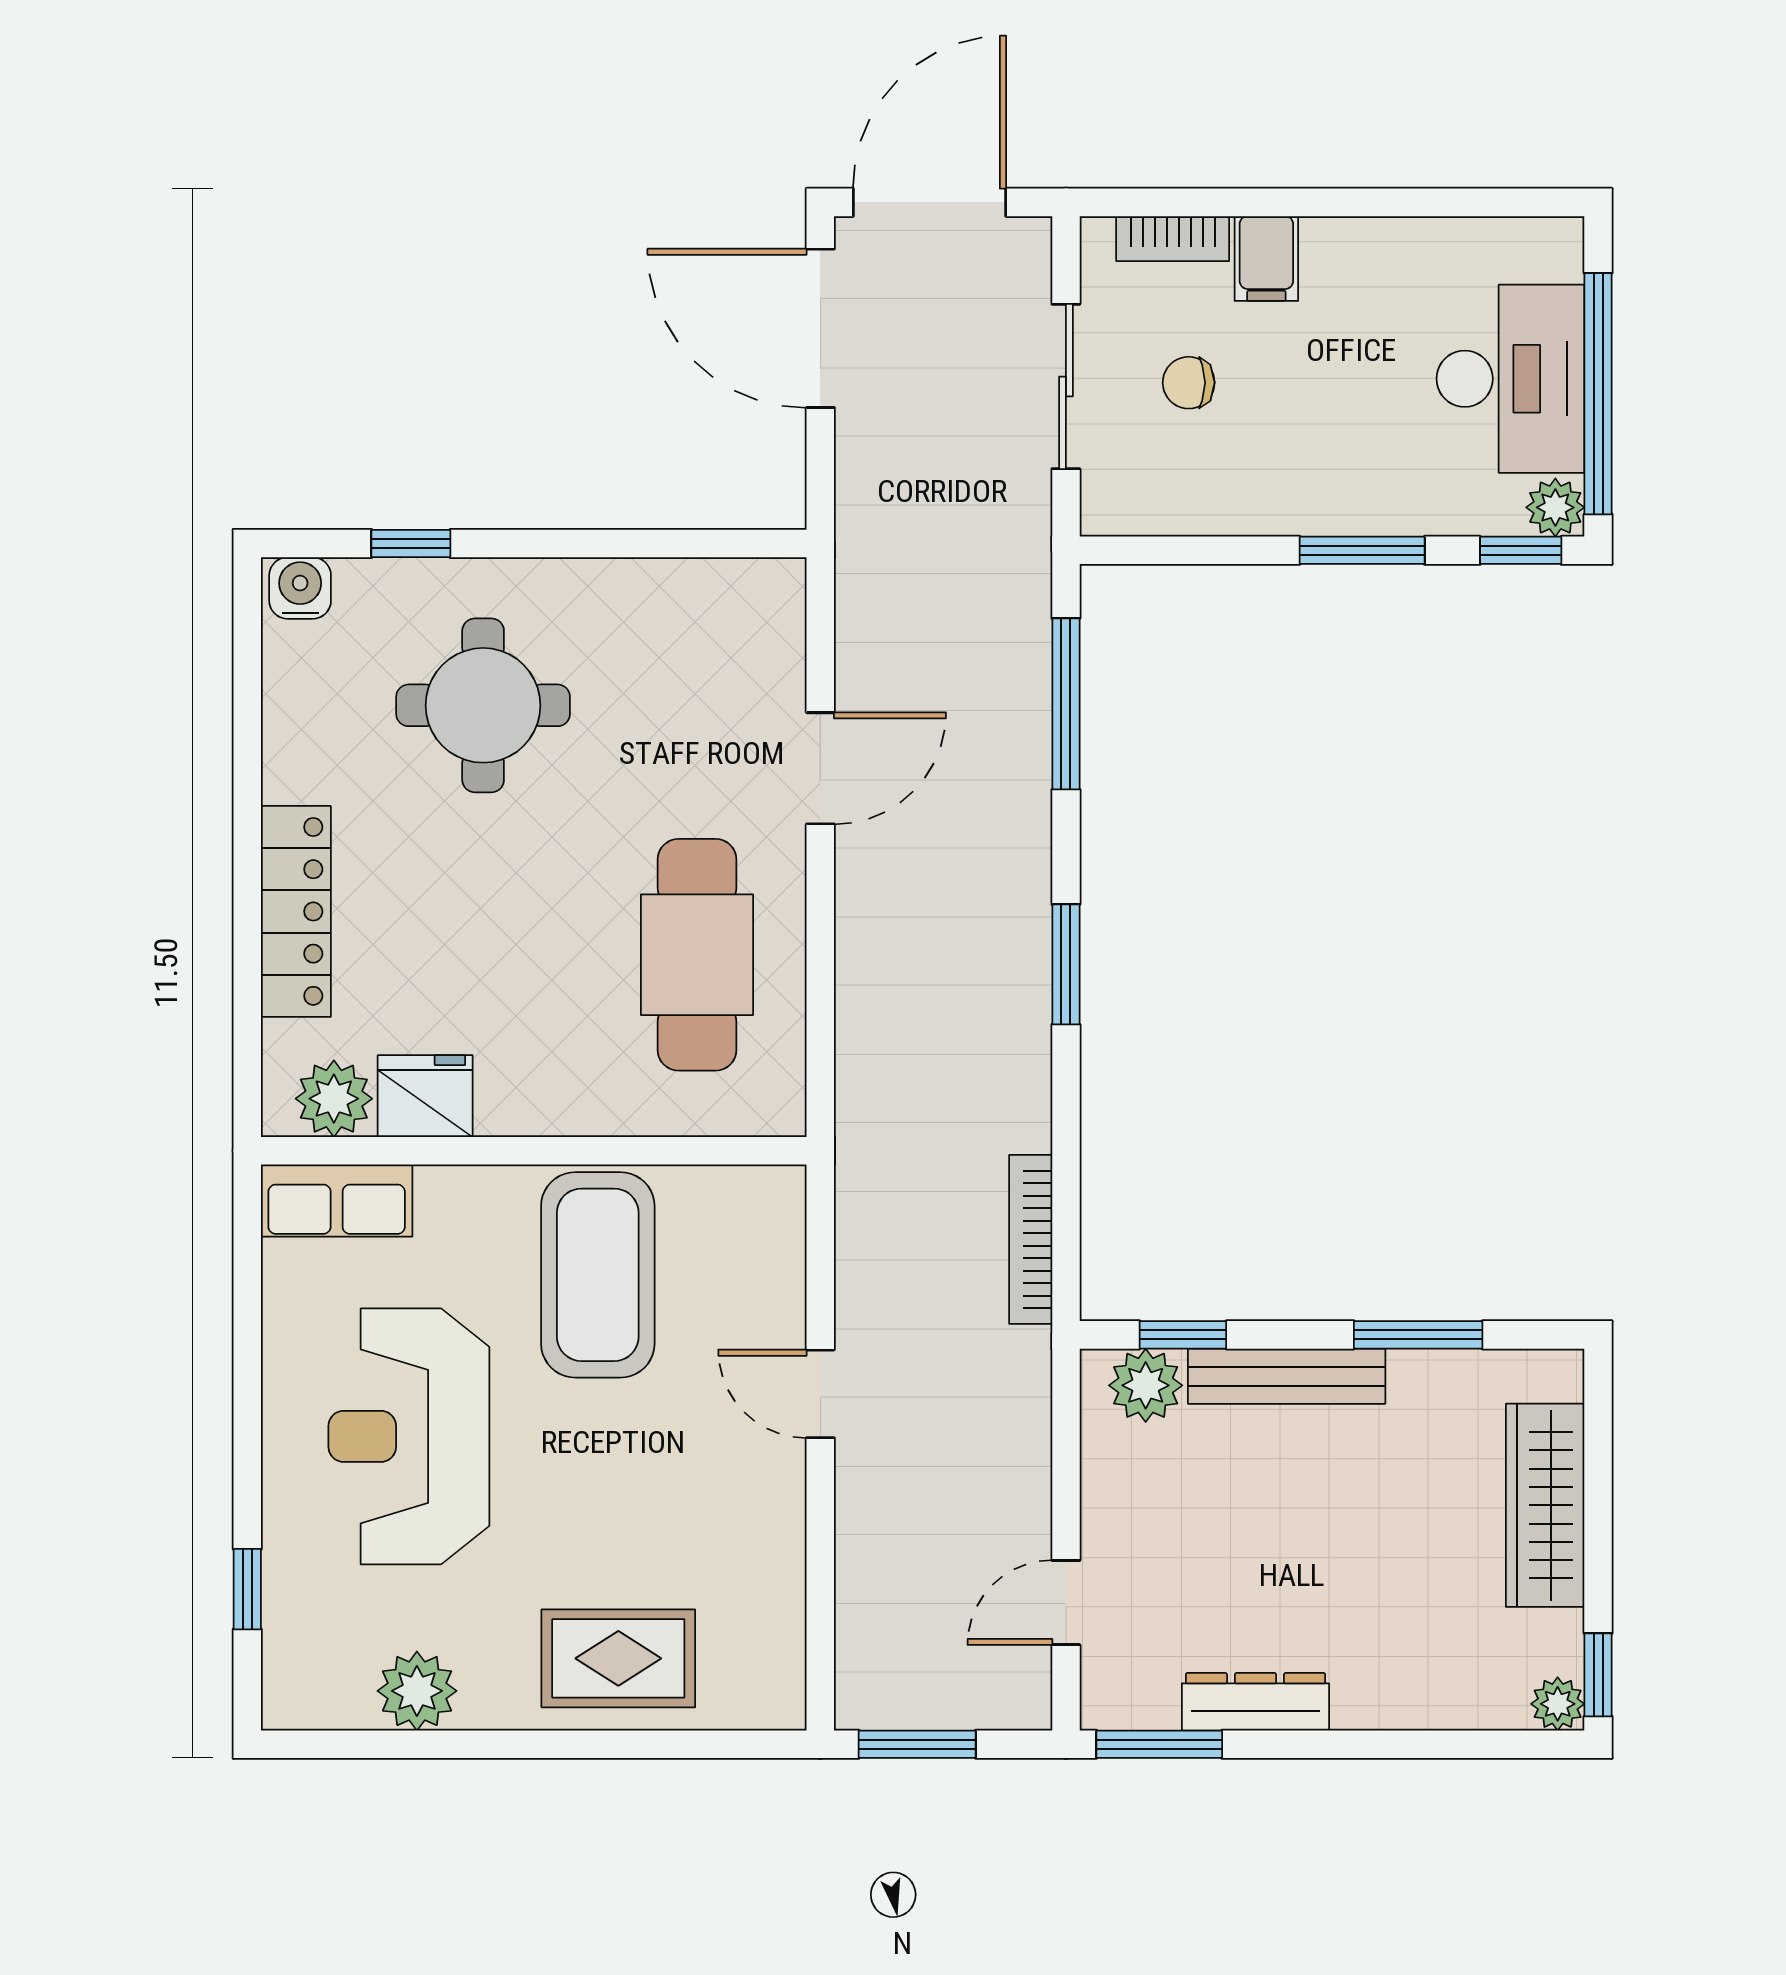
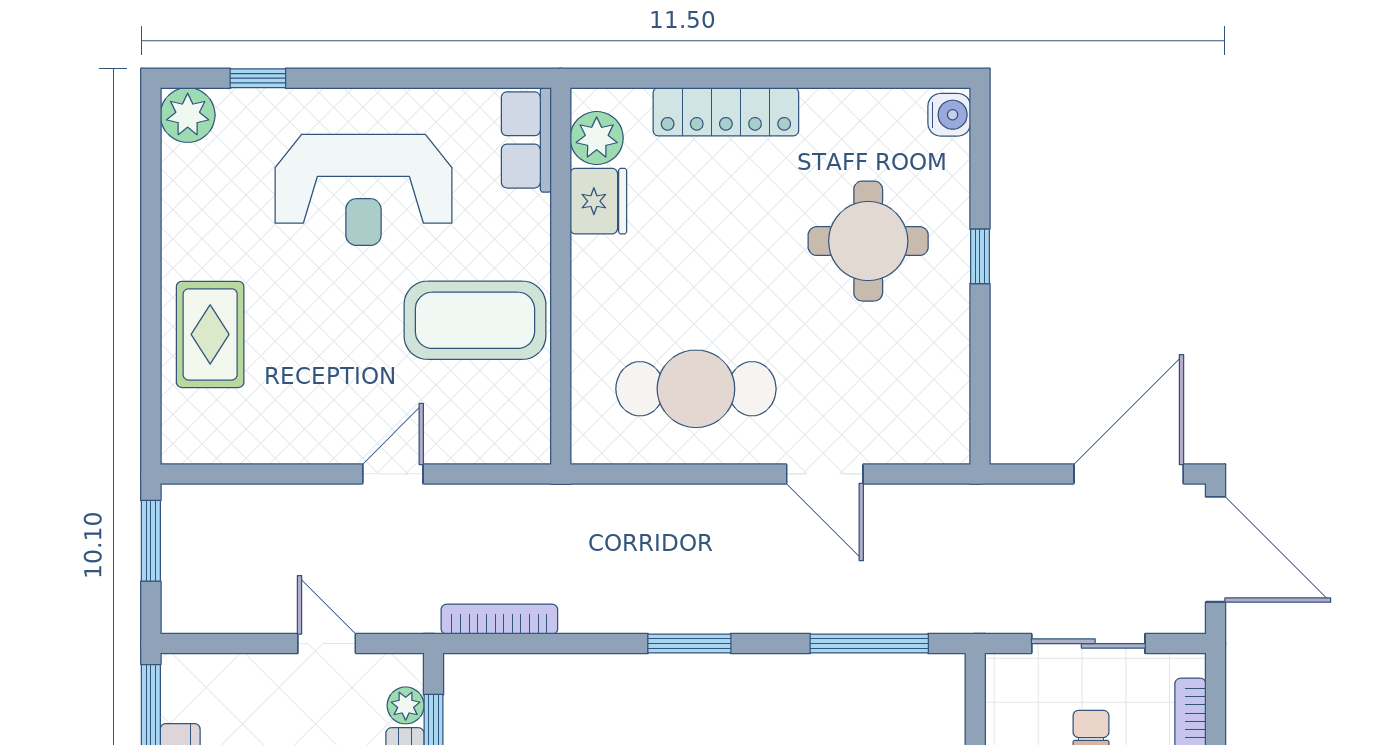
window: (411, 543) -> (980, 256), moved
plant: (1146, 1385) -> (406, 705), width x0.73, depth x0.73
reception desk: (409, 1436) -> (363, 190), turned 180
door: (1066, 1603) -> (327, 644), moved
plant: (417, 1691) -> (188, 115), moved

